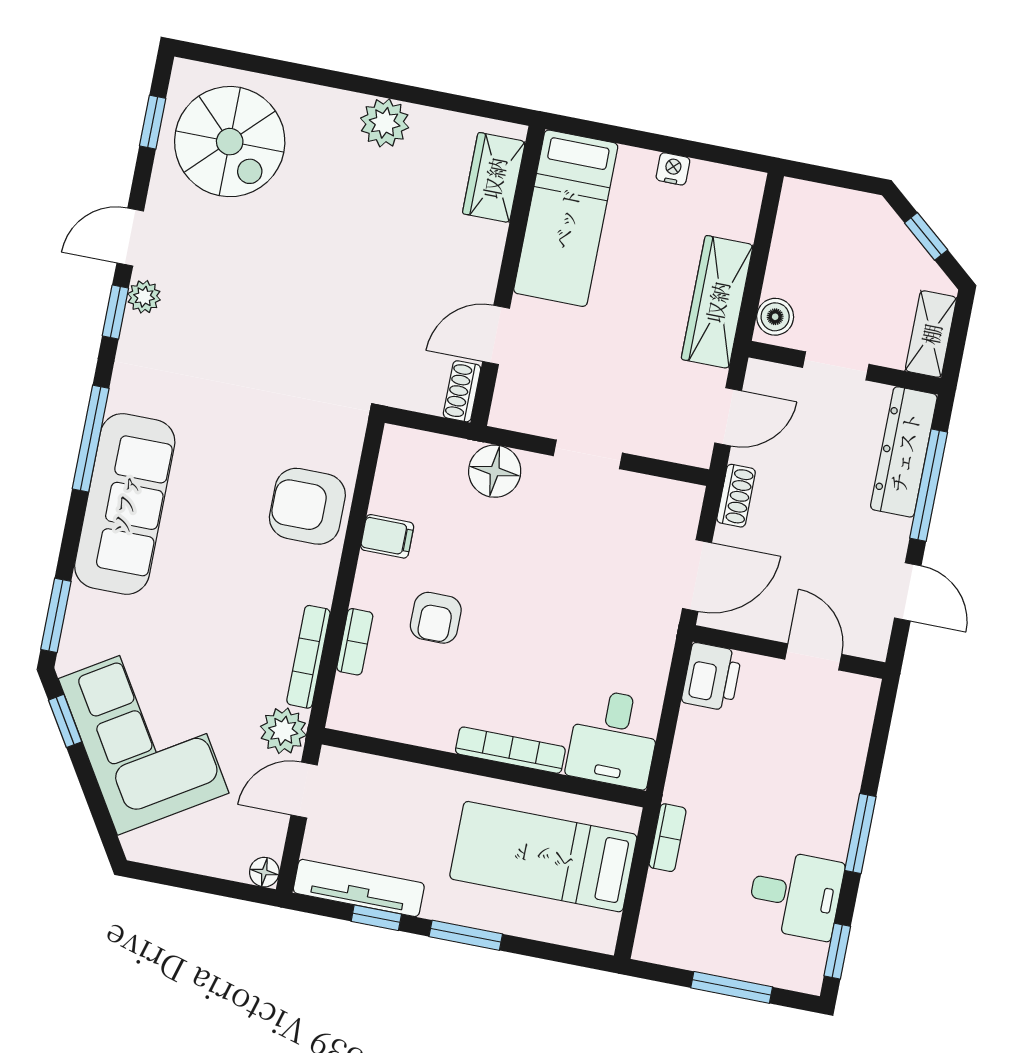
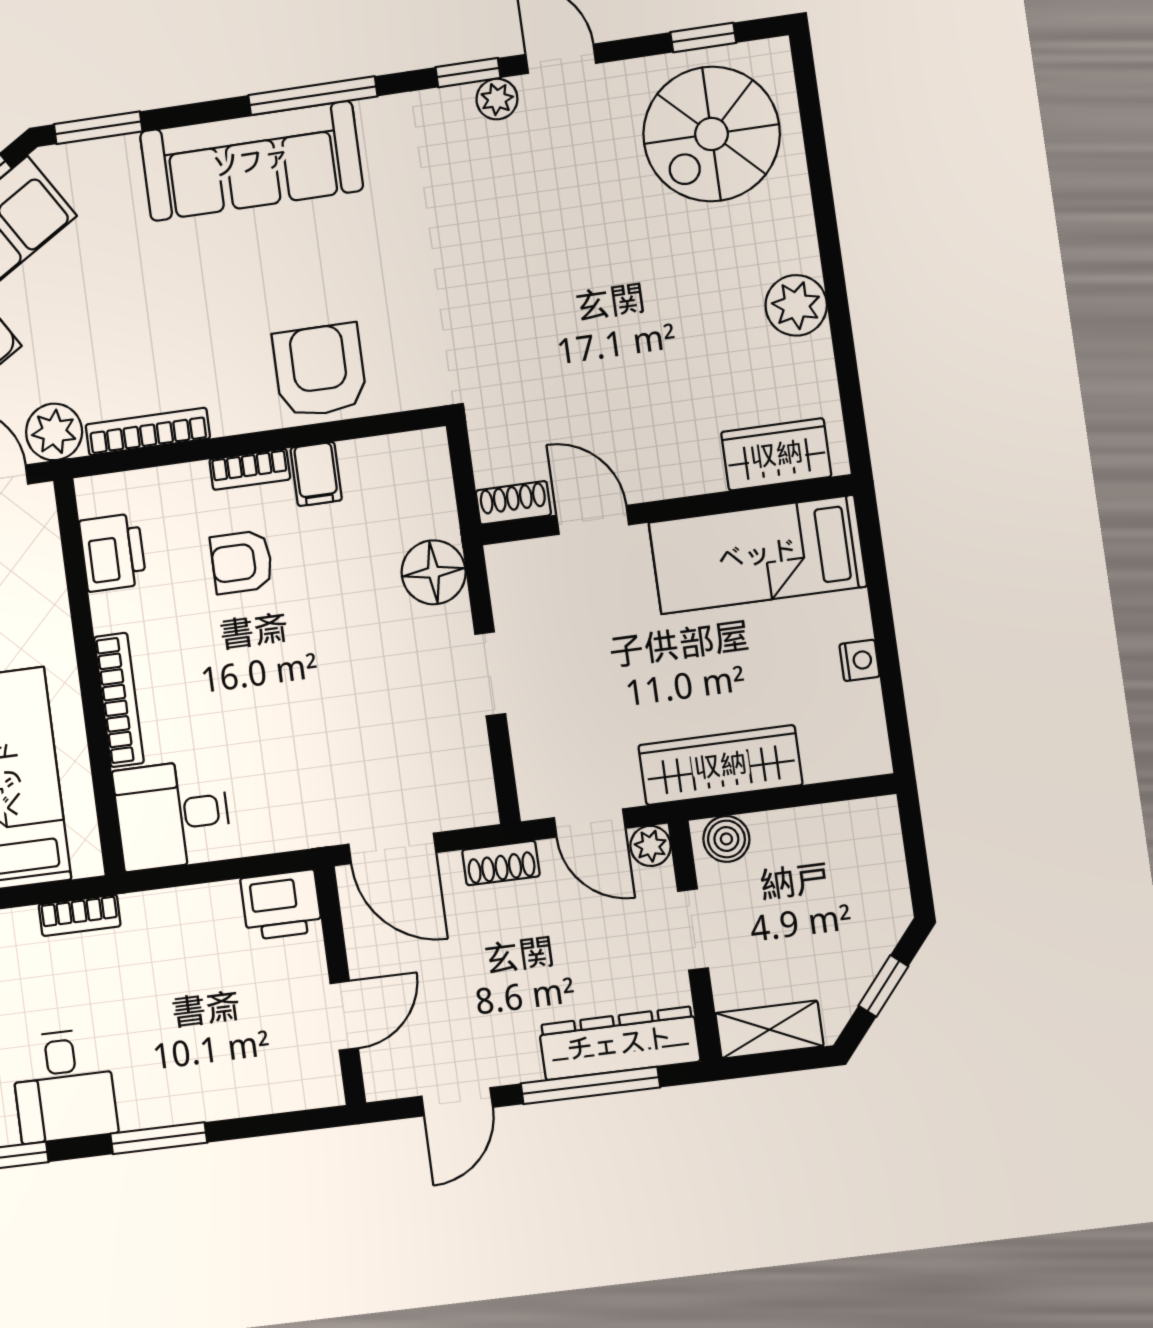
plant: (761, 376) -> (651, 846), added
bookcase: (355, 642) -> (250, 469), moved
printer: (394, 716) -> (113, 552), added

